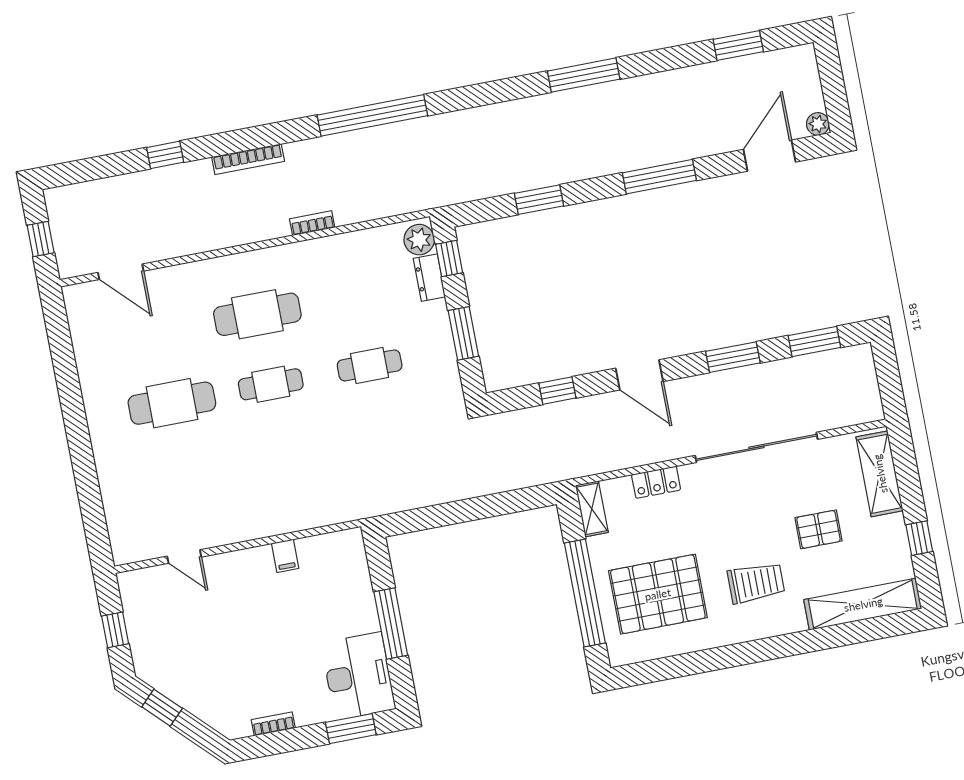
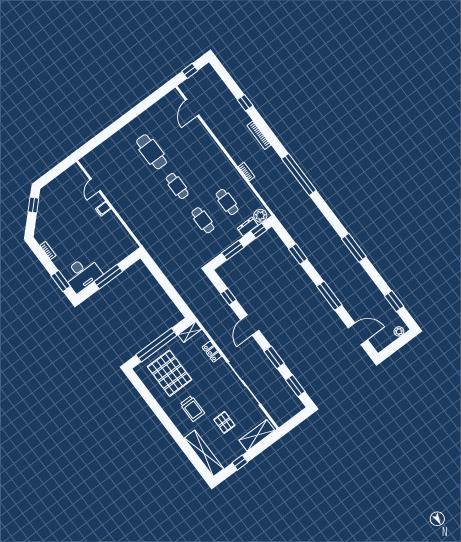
plant: (818, 124) -> (399, 331), moved
cafe table: (257, 314) -> (227, 202), moved, width x0.73, depth x0.74
filing cabinet: (285, 556) -> (103, 209), moved
window: (115, 630) -> (54, 173), removed

